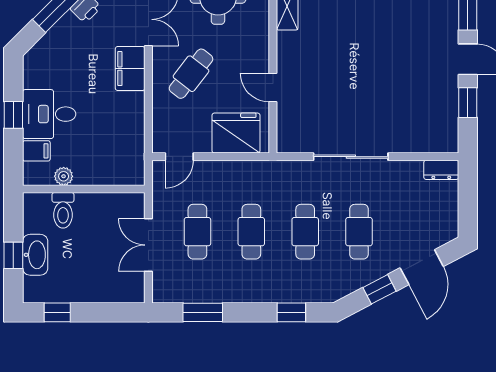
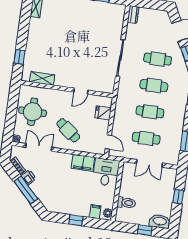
filing cabinet: (130, 69) -> (83, 163), moved
desk: (49, 114) -> (106, 172), moved, turned 180
fridge: (236, 133) -> (103, 113), width x0.53, depth x0.75
plant: (64, 176) -> (108, 213), moved
washbasin: (35, 255) -> (160, 221), moved
window: (57, 312) -> (178, 197), moved

